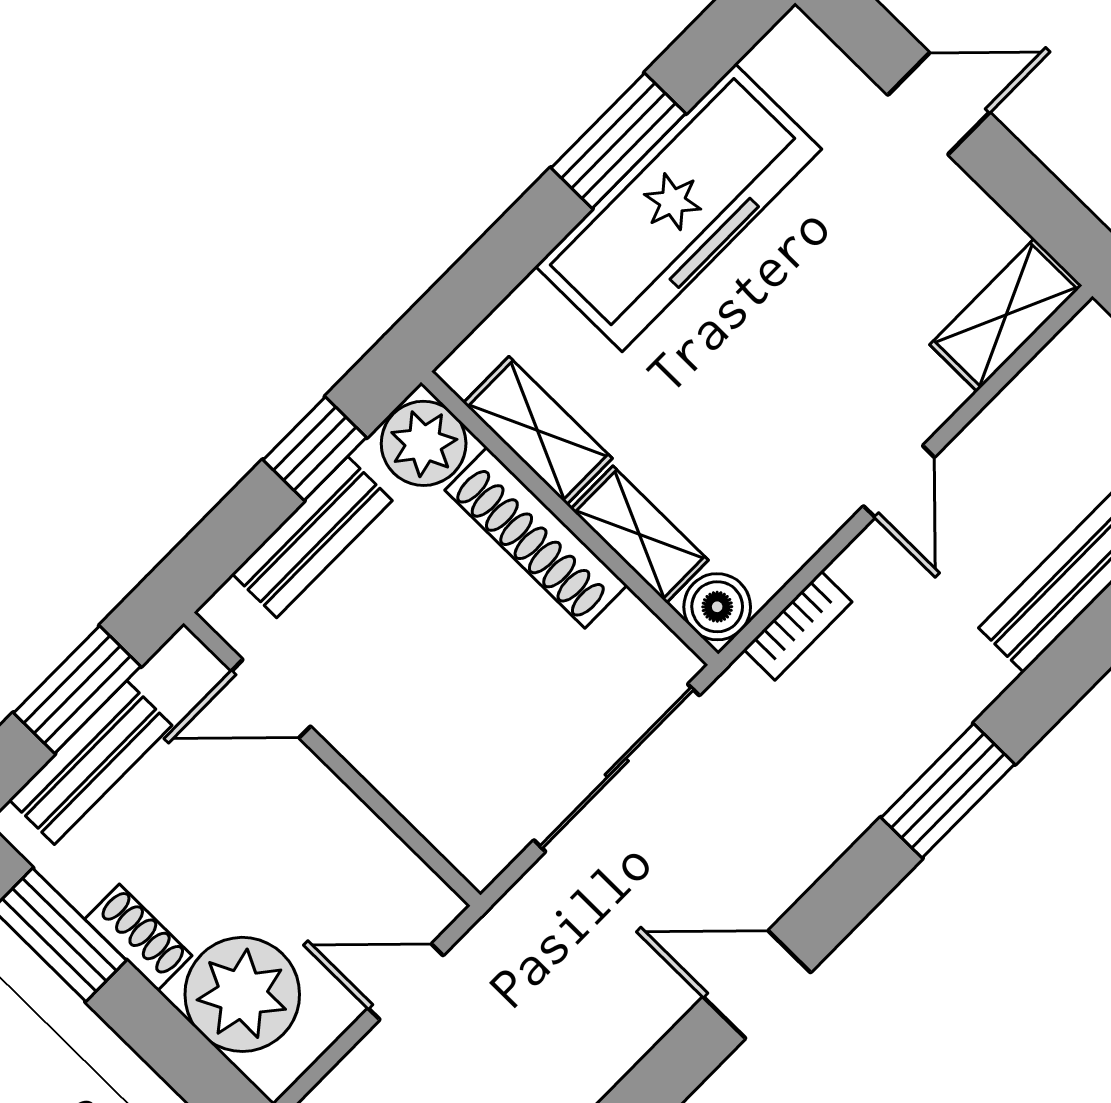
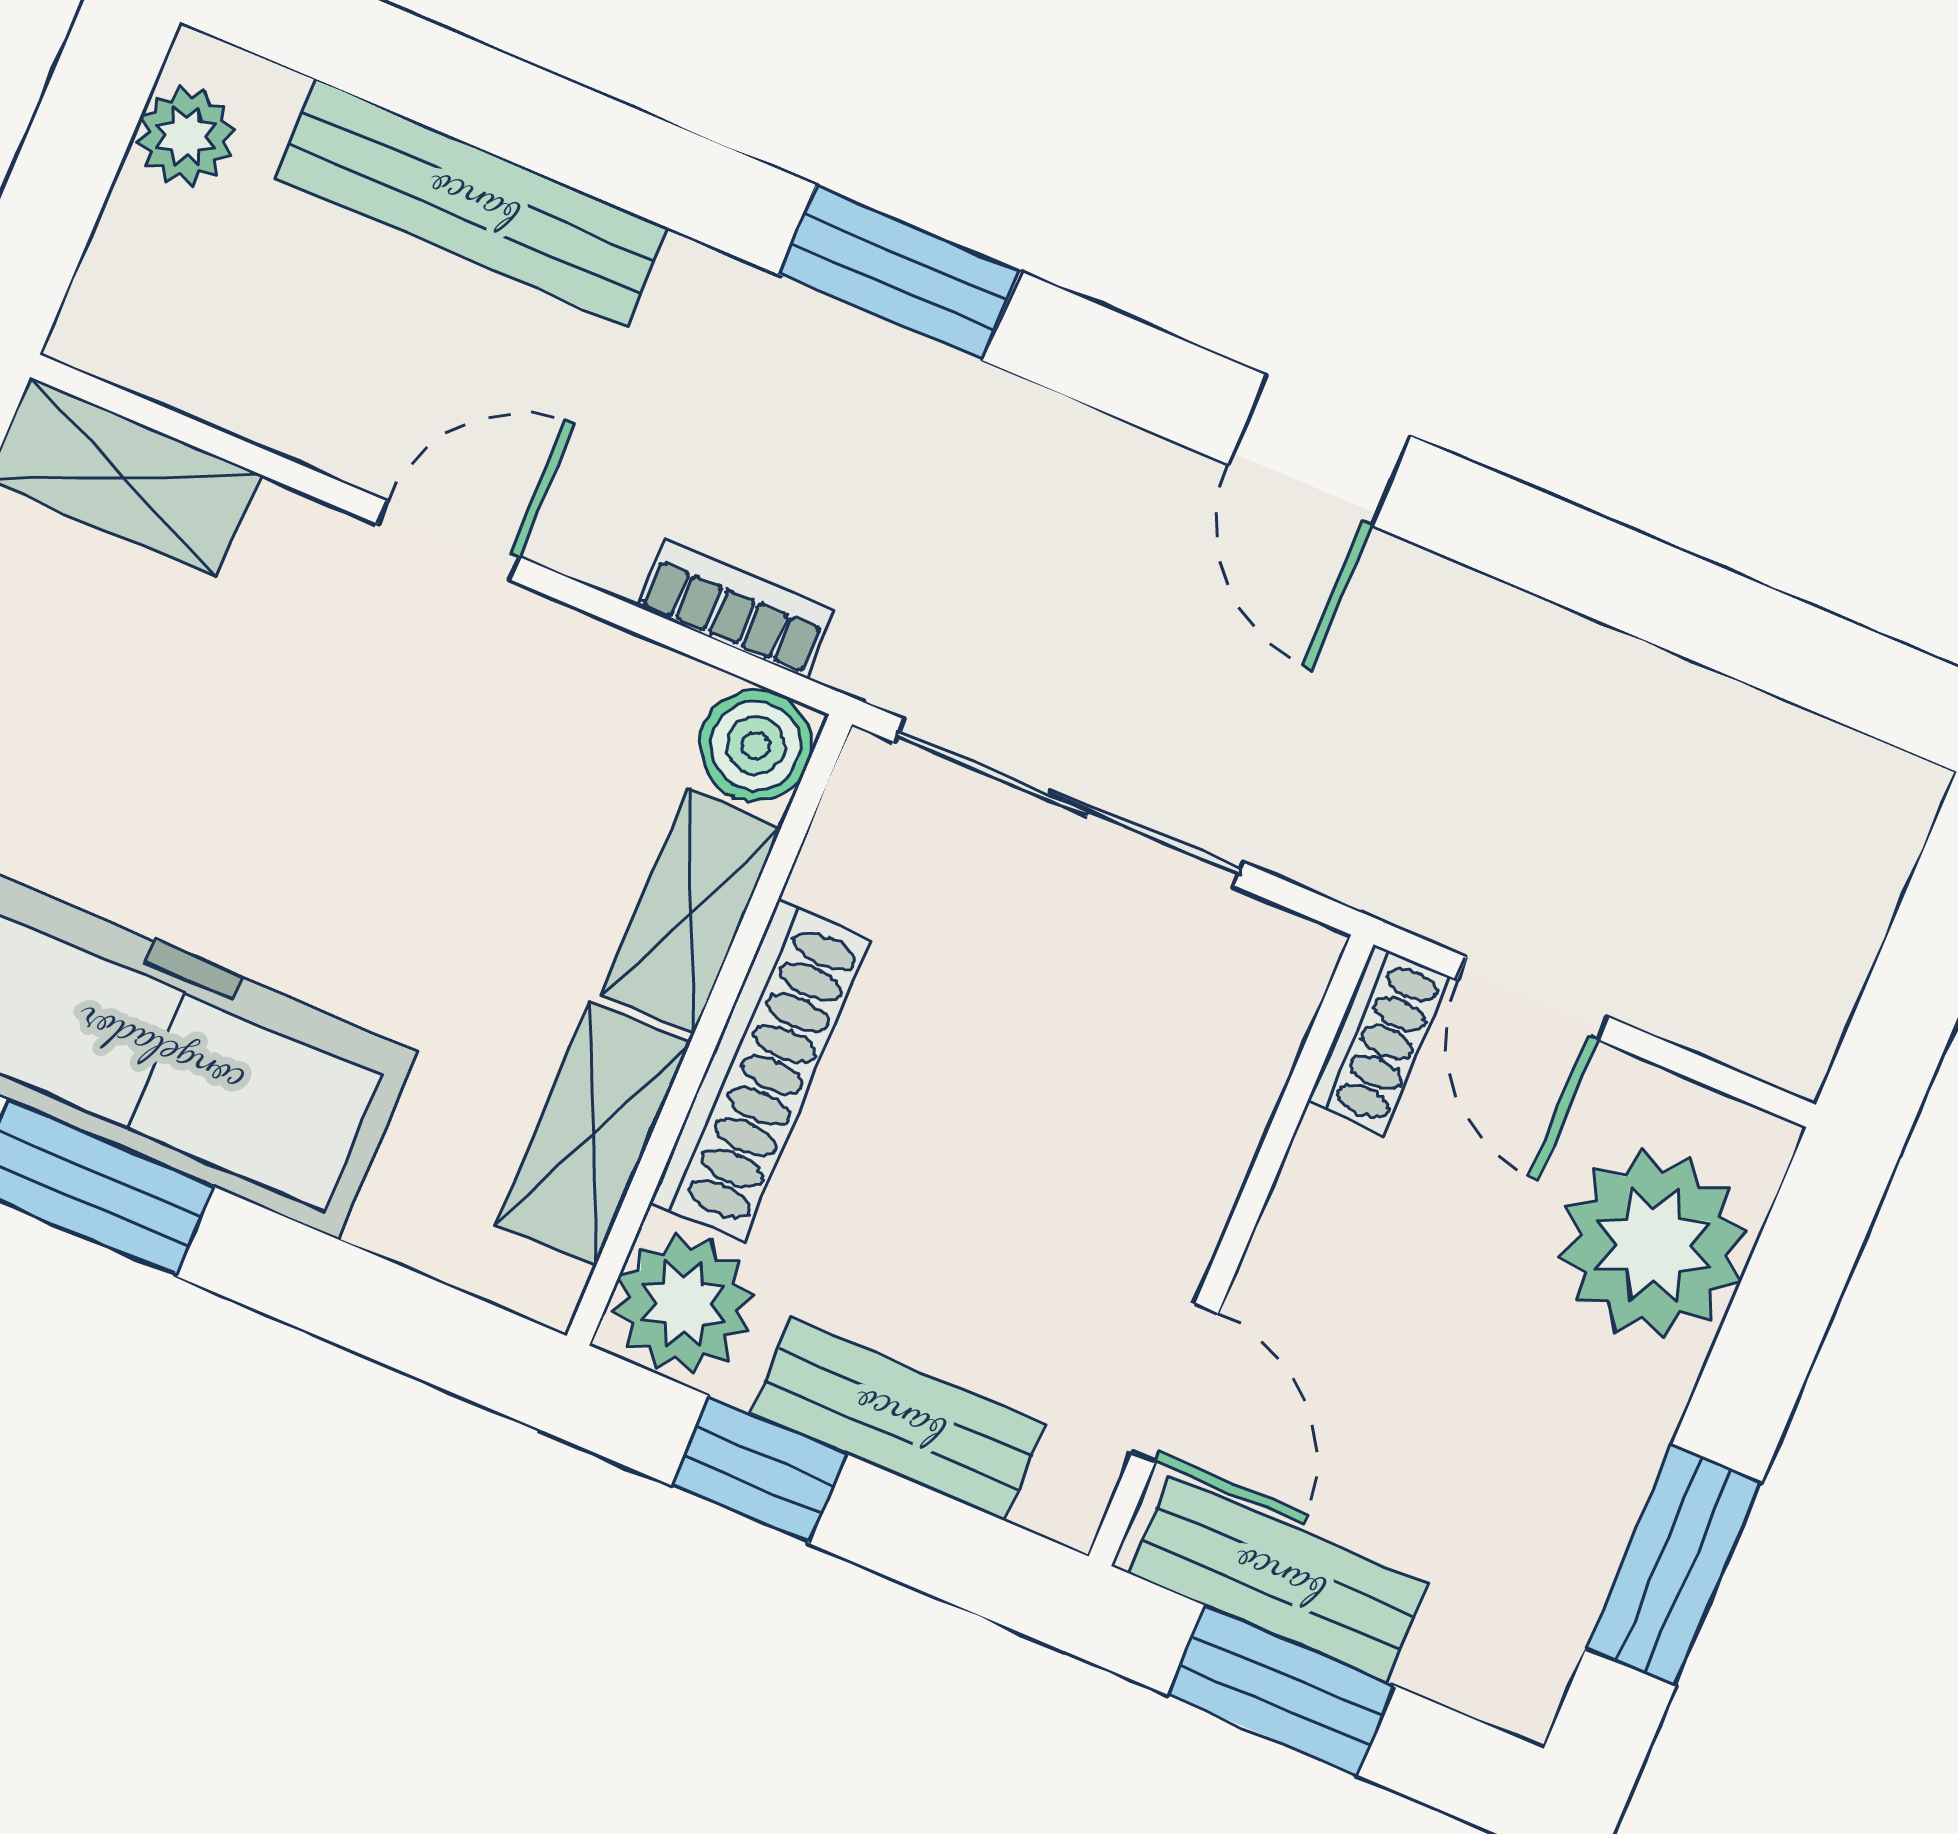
bench: (91, 763) -> (1278, 1578), moved
shoe rack: (138, 937) -> (1379, 1039), moved, turned 180

